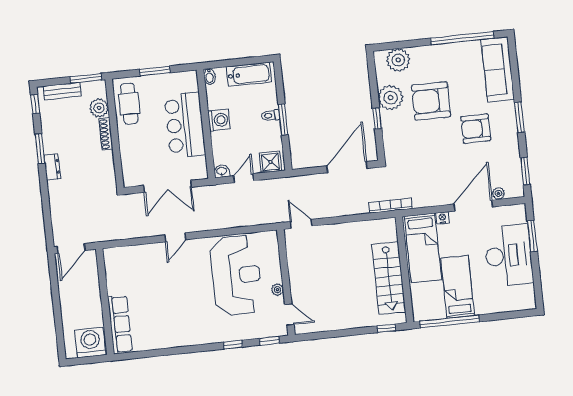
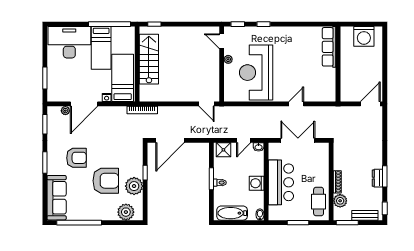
dresser: (52, 167) -> (377, 178), moved
desk: (508, 255) -> (69, 42), moved, turned 90
wall: (105, 302) -> (338, 64), moved
row of seats: (120, 324) -> (329, 47), moved

